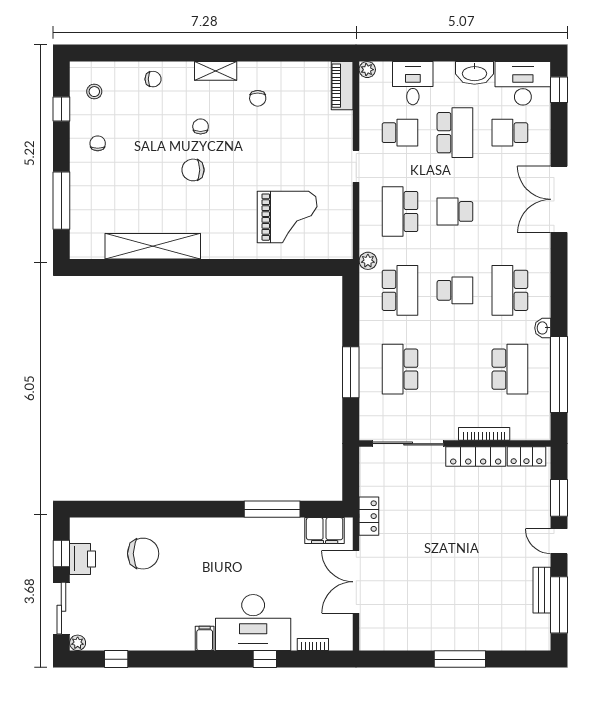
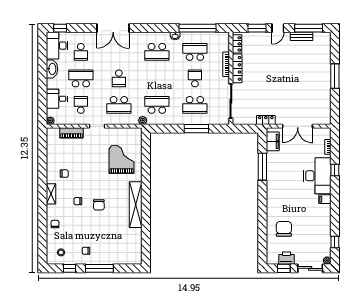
piano: (342, 86) -> (71, 133), moved
window: (61, 201) -> (99, 268), moved
shelving: (153, 246) -> (136, 205), moved
school desk: (455, 290) -> (195, 78), moved

